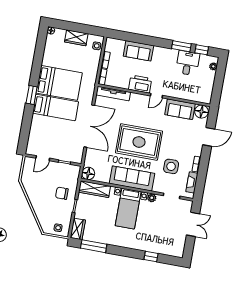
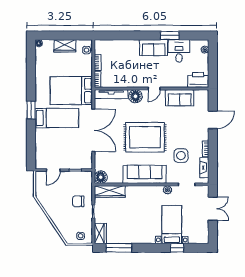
window: (202, 50) -> (190, 35), removed
sofa: (138, 51) -> (154, 48), moved
bed: (59, 83) -> (71, 91), moved, turned 180
printer: (140, 84) -> (198, 80), moved
floor lamp: (201, 112) -> (135, 96), moved
bed with nightstands: (128, 209) -> (172, 225), moved, turned 180

